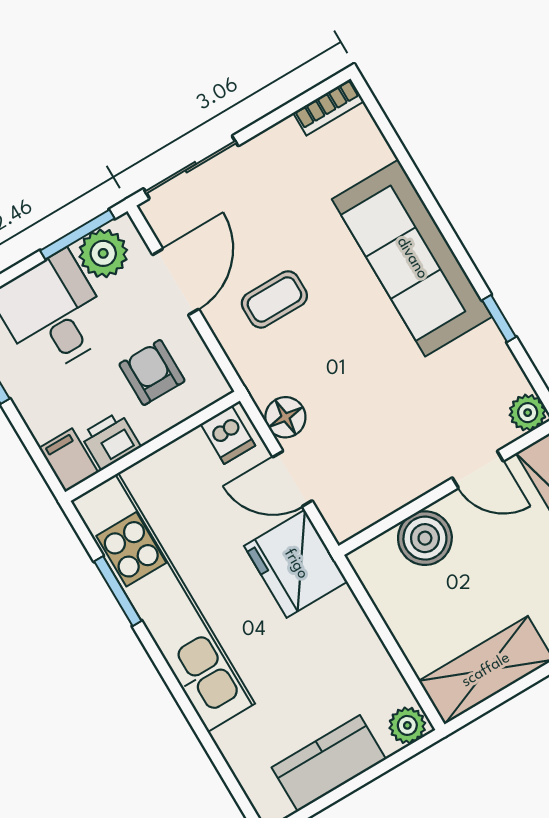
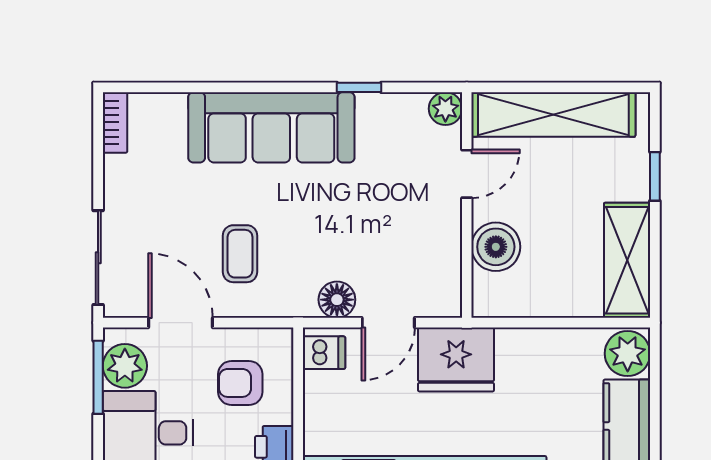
plant: (407, 725) -> (628, 353), width x1.38, depth x1.38

